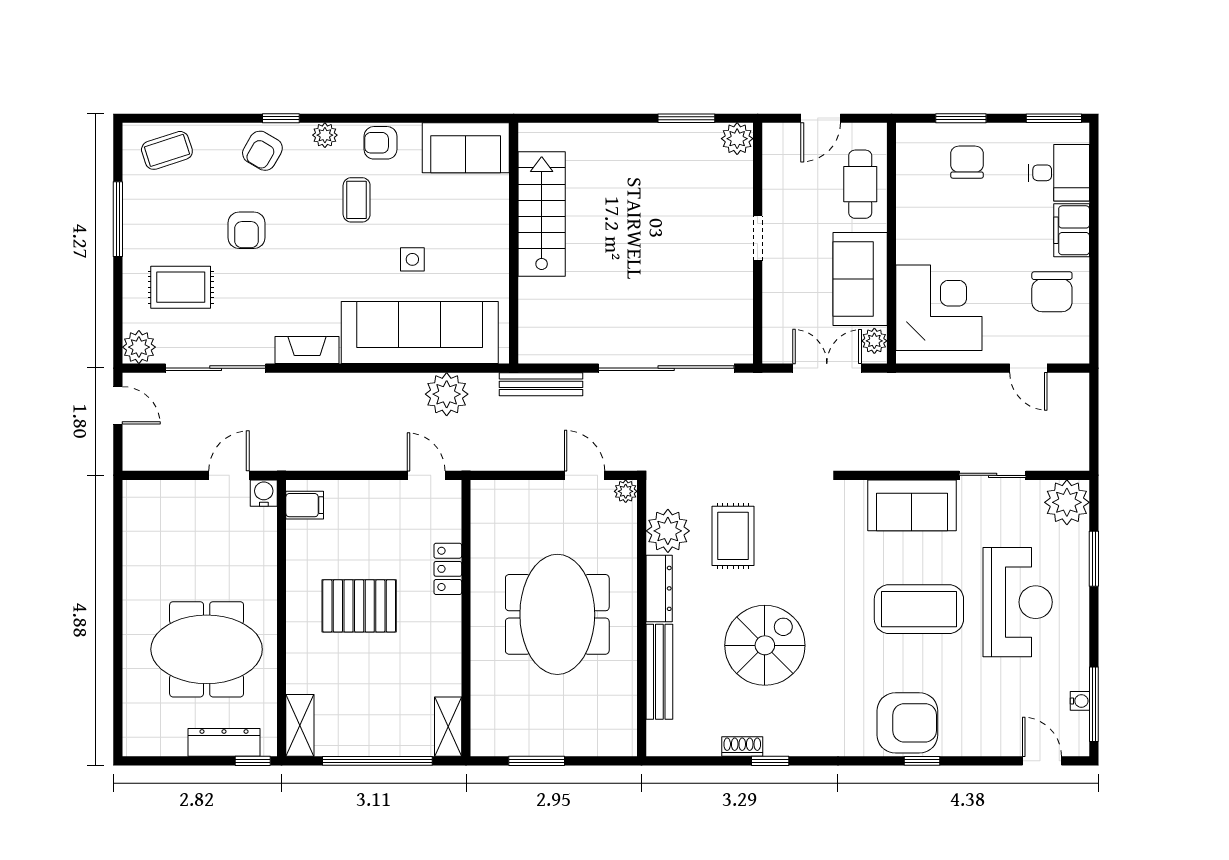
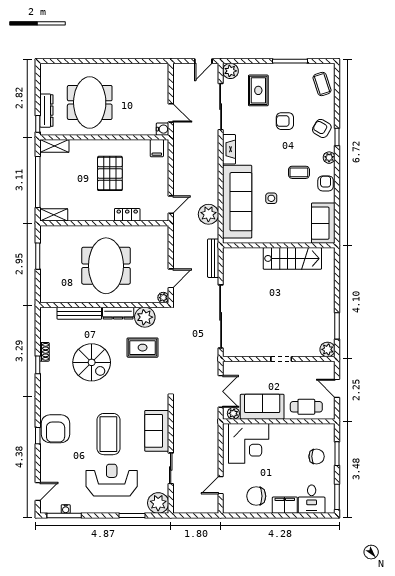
reception desk: (1018, 602) -> (112, 480), turned 180
meeting table: (557, 614) -> (106, 266), turned 90

